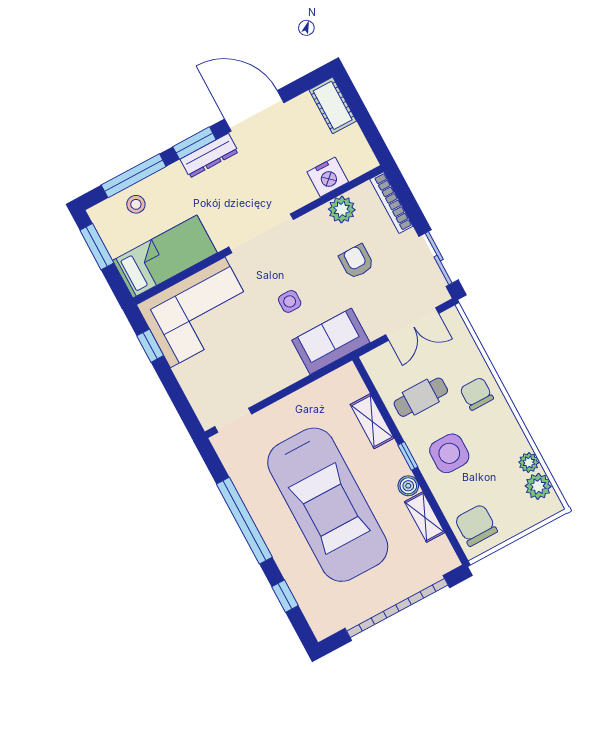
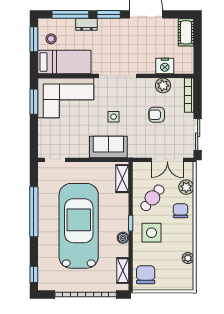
dresser: (209, 156) -> (86, 24), moved, width x0.70
stool: (136, 204) -> (51, 39), moved
armchair: (356, 261) -> (157, 115), turned -90
sofa: (331, 341) -> (108, 147), moved
window: (150, 346) -> (34, 102), width x1.50
cafe table: (421, 397) -> (152, 198), turned -51
shelving: (372, 421) -> (122, 179), moved
plant: (538, 486) -> (186, 187), moved
car: (328, 505) -> (79, 226), turned 180
shelving: (425, 517) -> (123, 271), moved
window: (285, 596) -> (34, 274), moved

